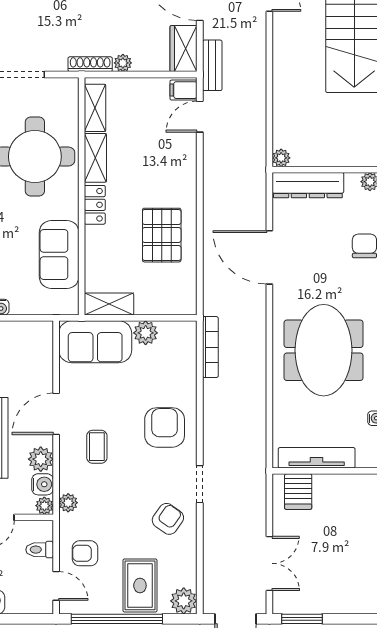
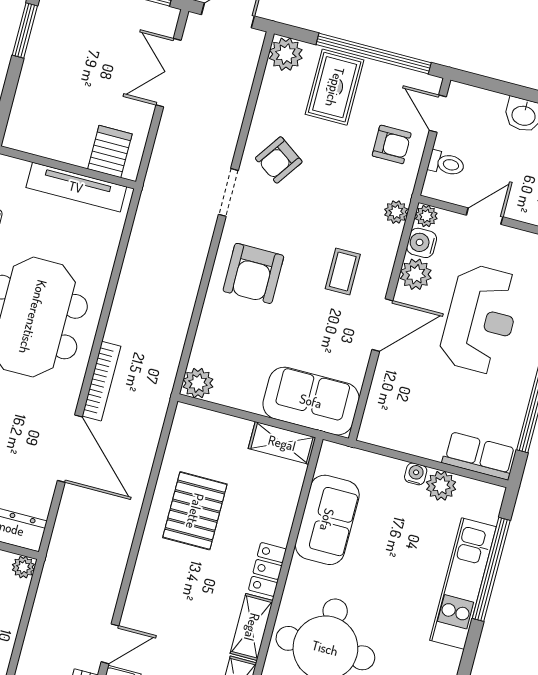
plant: (146, 333) -> (198, 383), moved
bookcase: (210, 347) -> (101, 381), moved, turned 180

